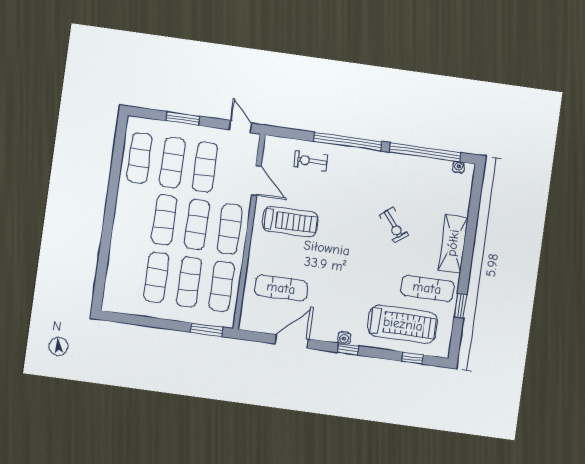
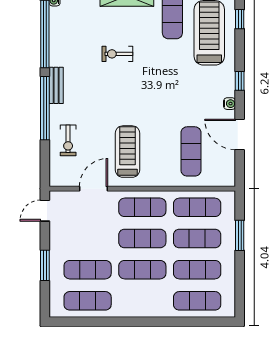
bench: (370, 157) -> (56, 85), added
exercise mat: (205, 167) -> (197, 301), moved
exercise bike: (394, 225) -> (117, 54), turned -143
window: (207, 330) -> (240, 235), moved
water cooler: (344, 338) -> (230, 104), moved

